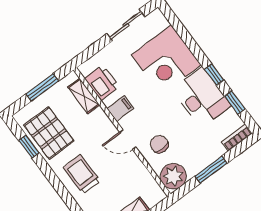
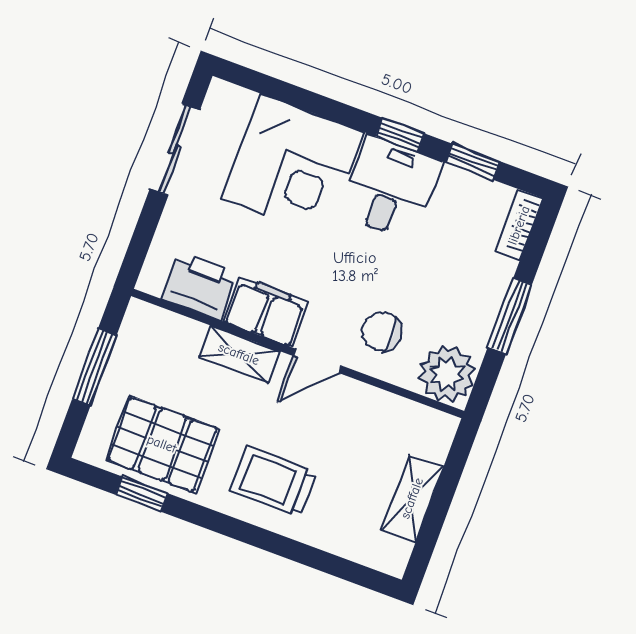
shelving: (84, 96) -> (239, 354), moved
desk: (201, 98) -> (390, 188), width x0.73
filing cabinet: (120, 108) -> (266, 312), width x2.00

